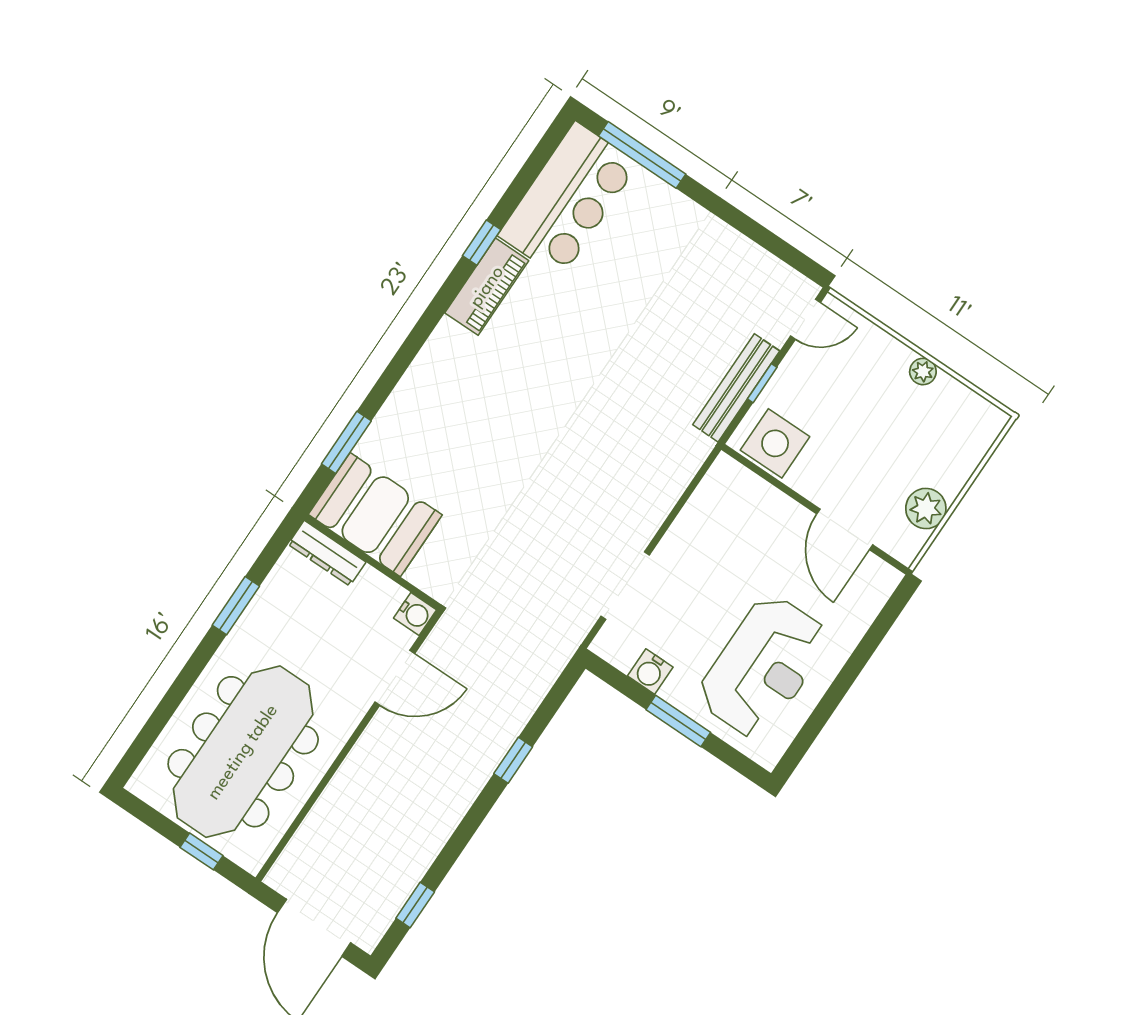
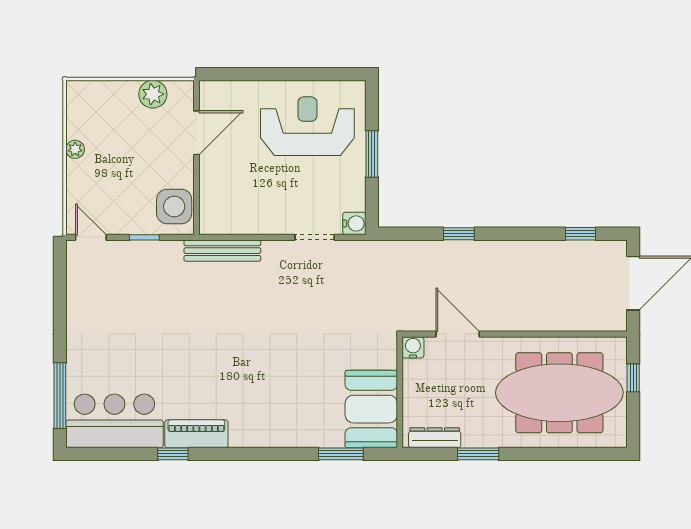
bench: (736, 388) -> (222, 251), moved
dresser: (327, 553) -> (435, 438), moved, turned -90
doorway: (625, 586) -> (315, 237), width x0.73
water cooler: (650, 672) -> (354, 224), moved

